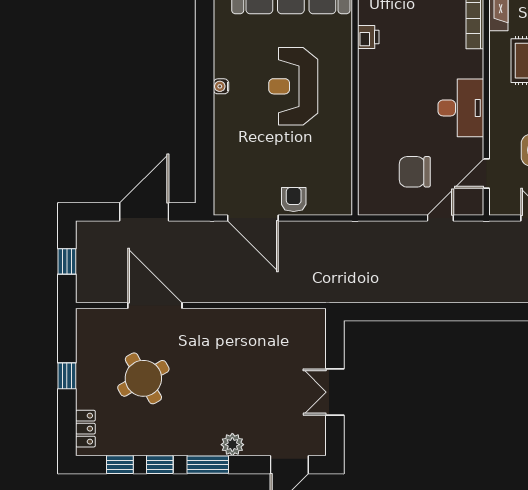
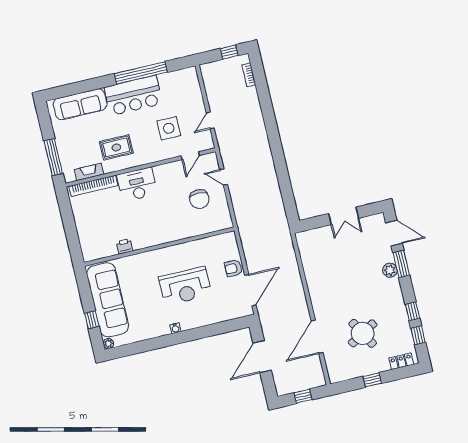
reception desk: (293, 86) -> (185, 286), moved
desk: (461, 108) -> (137, 184), moved
door: (486, 174) -> (190, 156), hinge flipped
door: (144, 212) -> (262, 357), hinge flipped
window: (208, 465) -> (401, 264), moved

